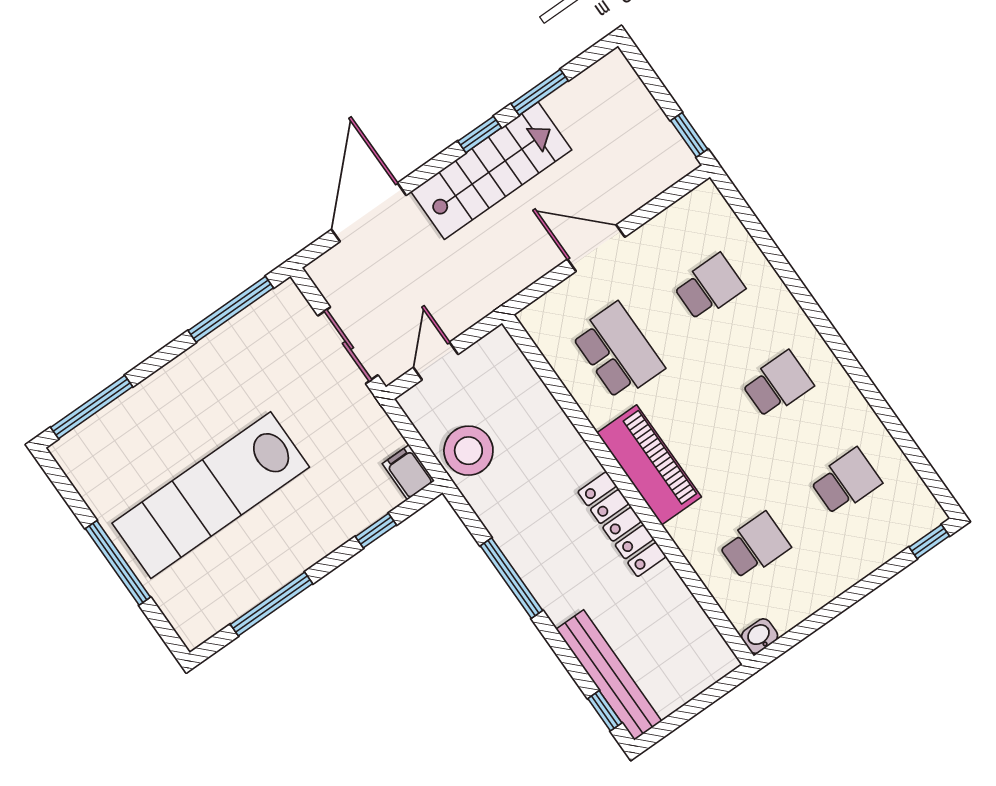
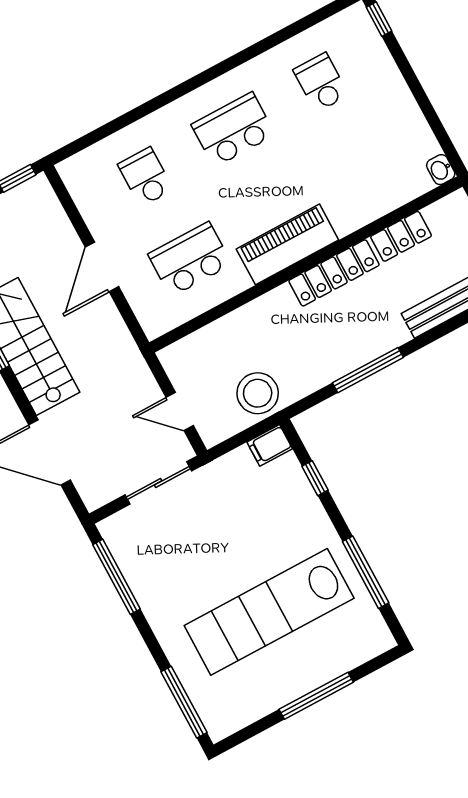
school desk: (778, 384) -> (233, 130), width x1.85
lab bench: (211, 495) -> (269, 612), turned 90
school desk: (755, 546) -> (365, 165), removed
locker: (675, 599) -> (401, 236), added

